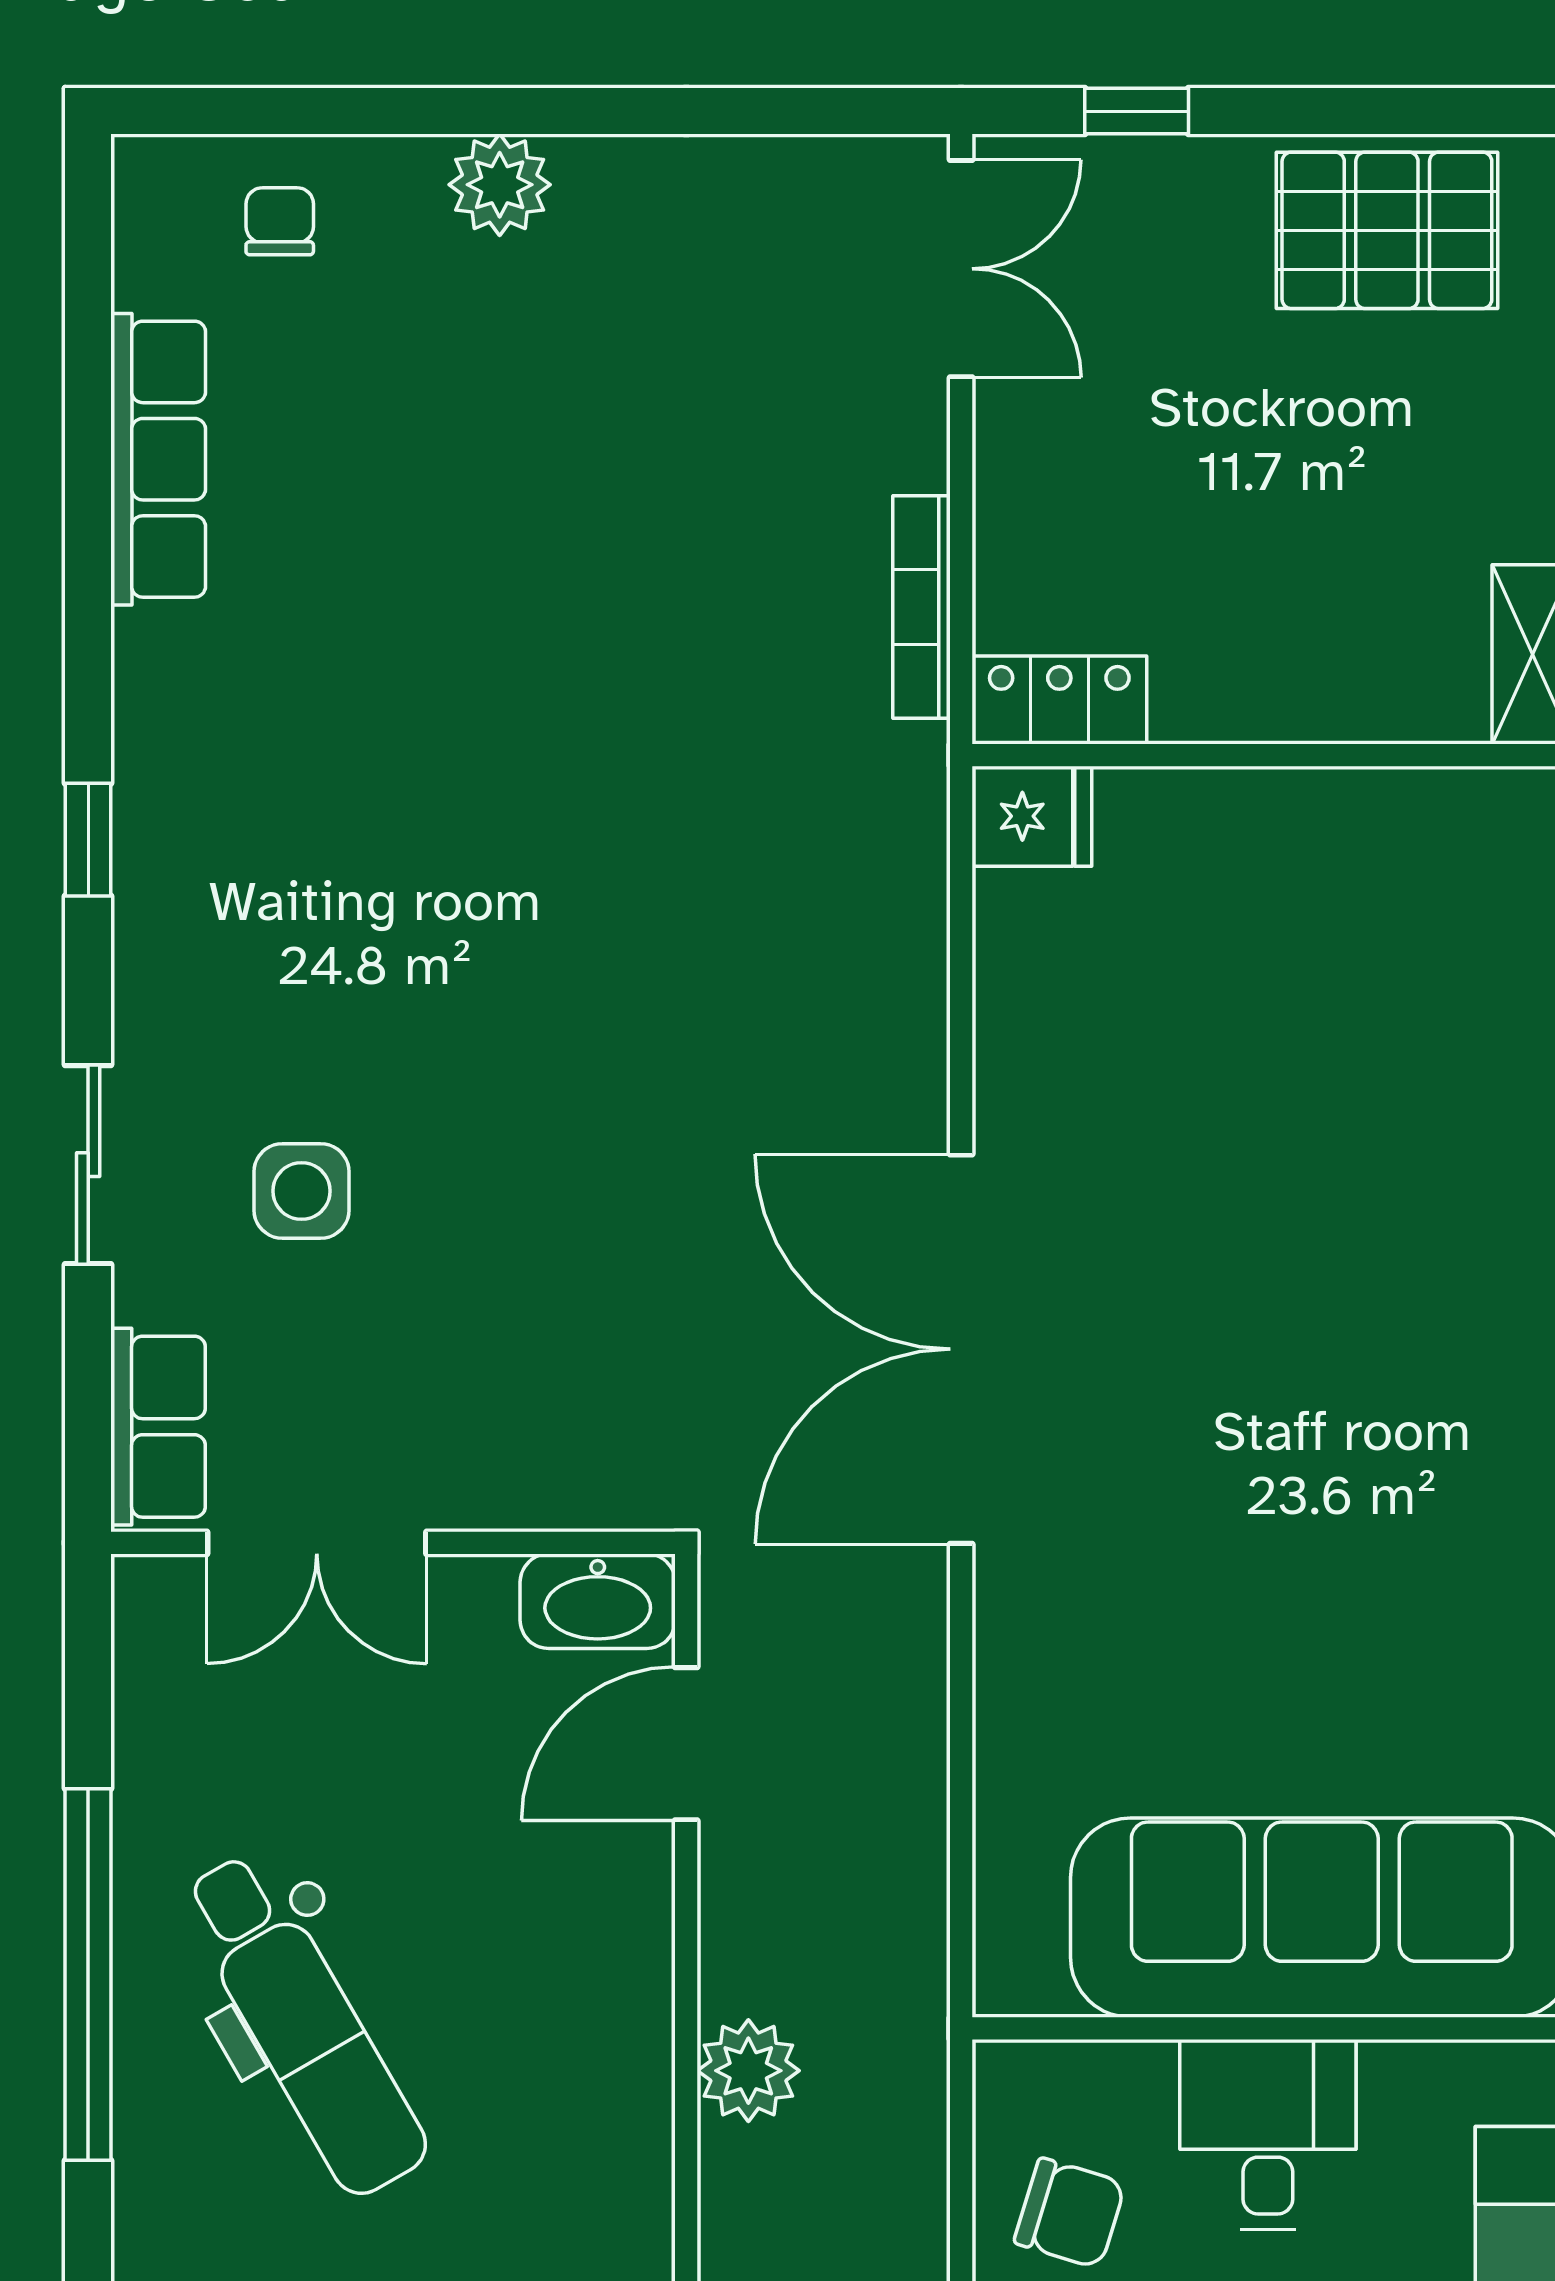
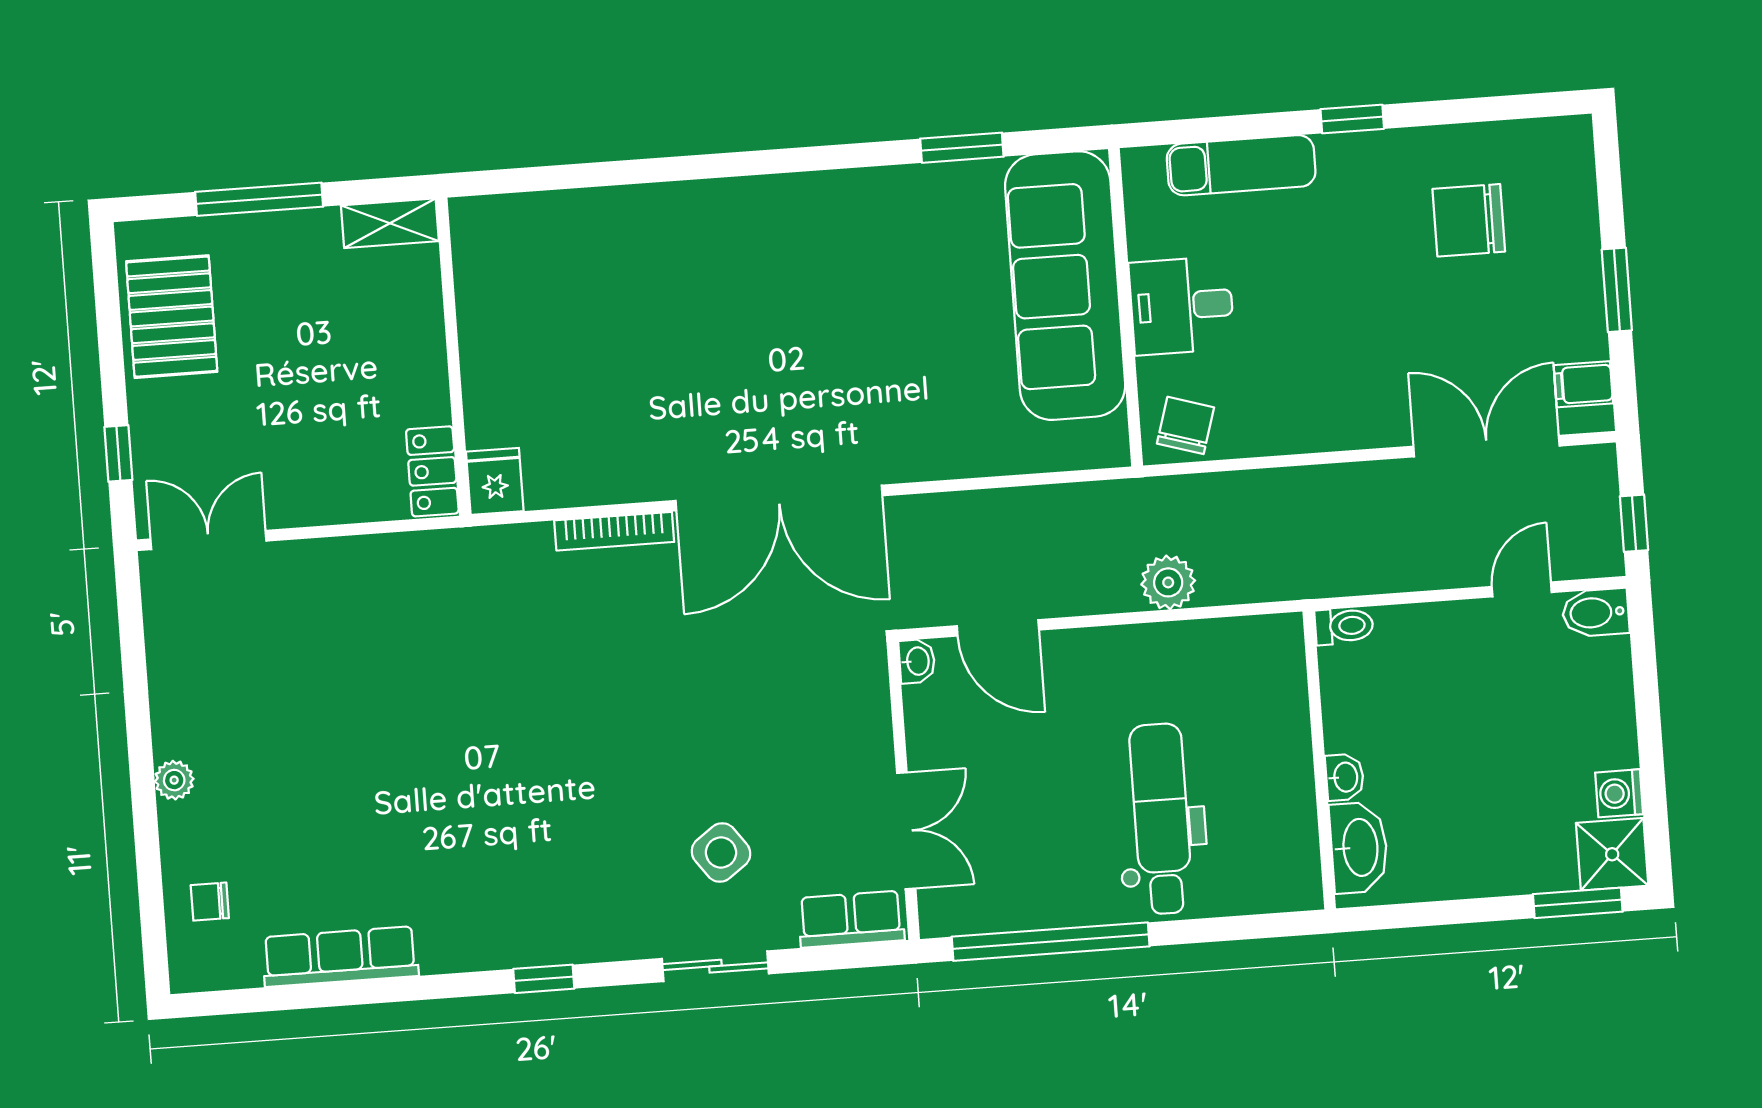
plant: (500, 185) -> (174, 780), width x0.73, depth x0.73
bookcase: (922, 607) -> (614, 531), moved
side table: (301, 1191) -> (721, 853), turned -36
washbasin: (598, 1601) -> (917, 661), width x0.52, depth x0.69
window: (88, 1974) -> (1051, 942), moved
dental chair: (304, 2025) -> (1161, 819), turned -60
chair: (1070, 2213) -> (1186, 425), moved

